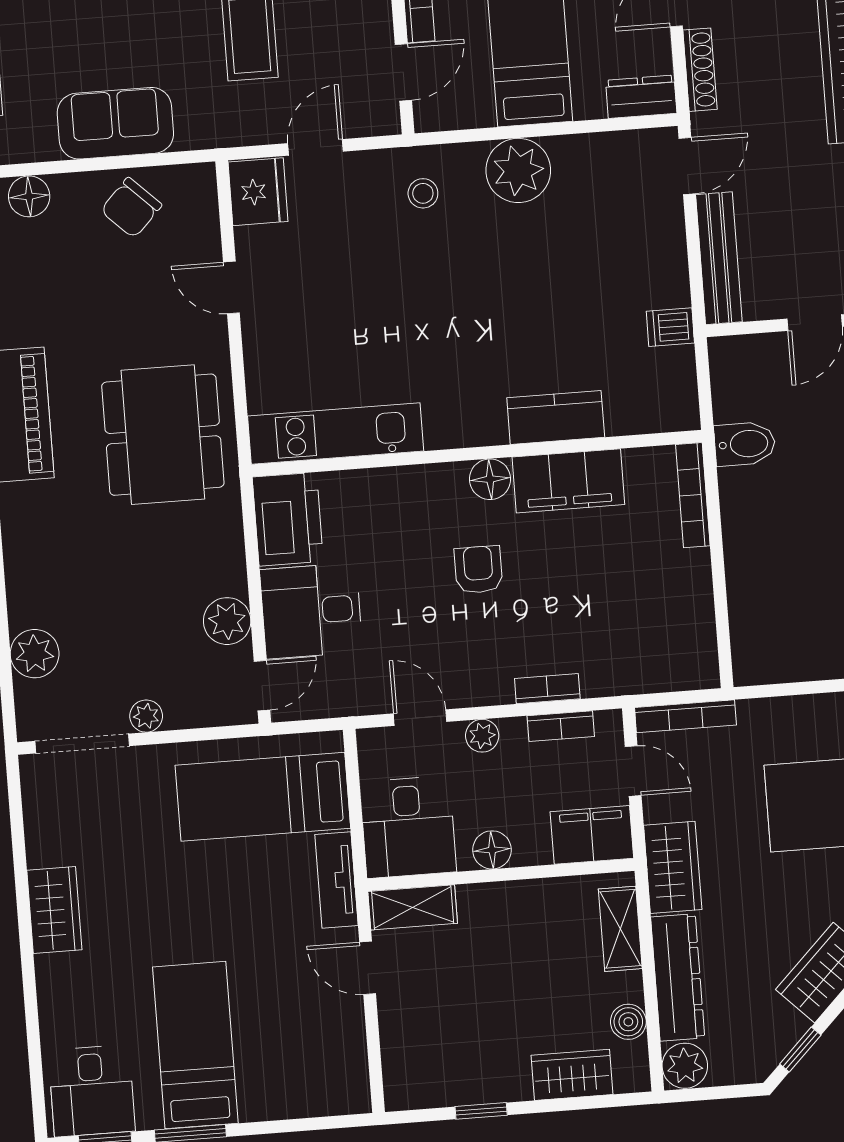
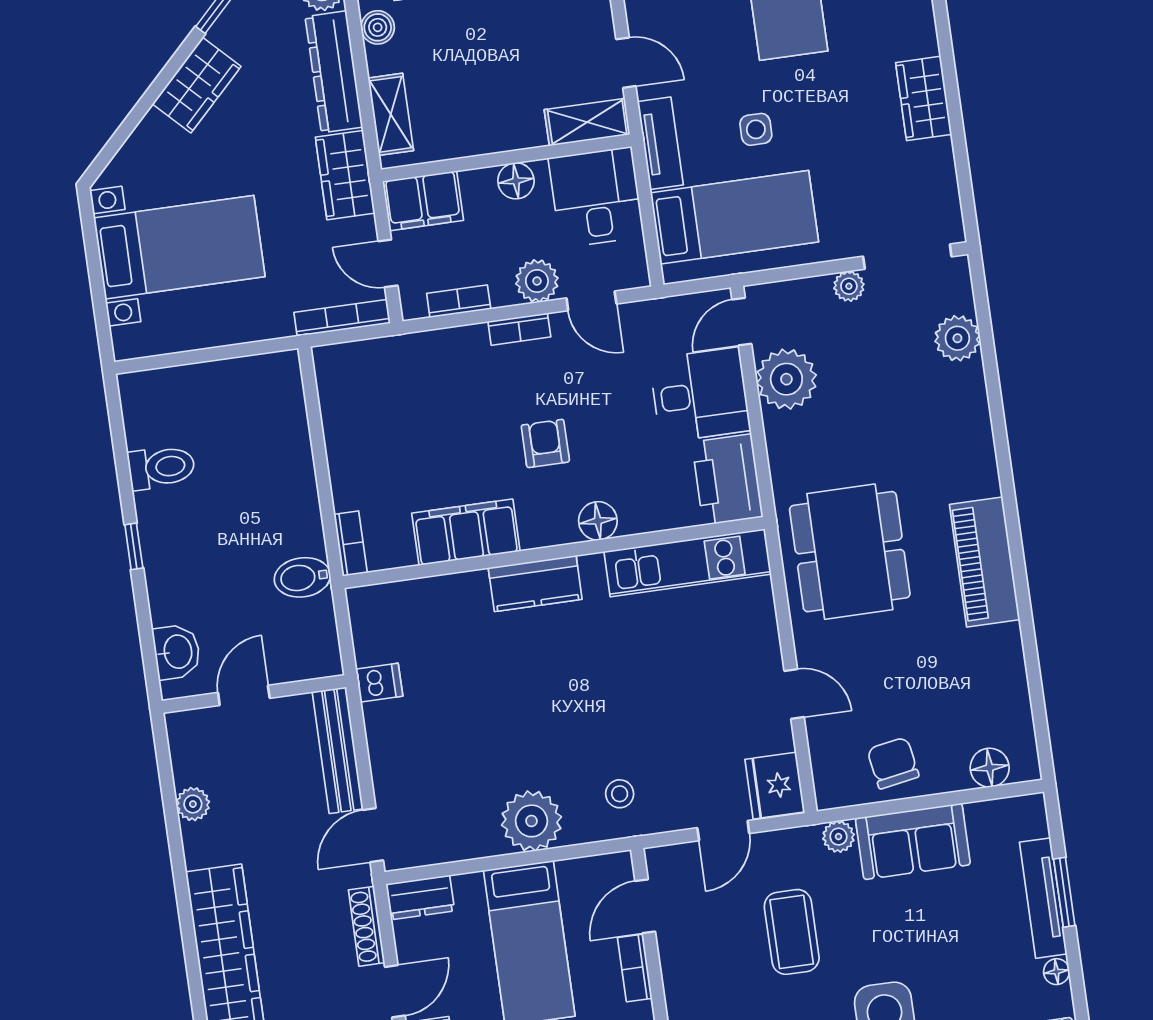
plant: (194, 133) -> (838, 837), added
chair: (131, 208) -> (893, 763), turned -54
kitchen counter: (556, 417) -> (535, 584), moved
floor lamp: (490, 479) -> (598, 521), moved
bookcase: (693, 495) -> (351, 544), width x0.64
armchair: (478, 570) -> (545, 443), turned 180
plant: (227, 621) -> (786, 379), width x1.36, depth x1.36
bookcase: (547, 689) -> (519, 329), moved
plant: (482, 736) -> (537, 281), width x1.38, depth x1.38
side table: (234, 888) -> (756, 129), added

